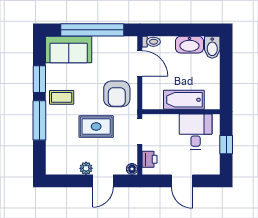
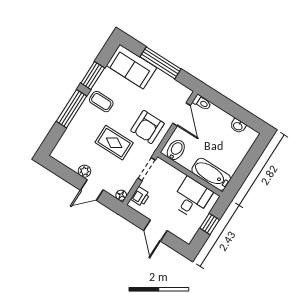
window: (92, 30) -> (161, 63), width x0.68
washbasin: (190, 45) -> (238, 126), width x0.52, depth x0.69
bidet: (212, 47) -> (176, 150), moved, turned 180
bathtub: (184, 100) -> (211, 174), moved

